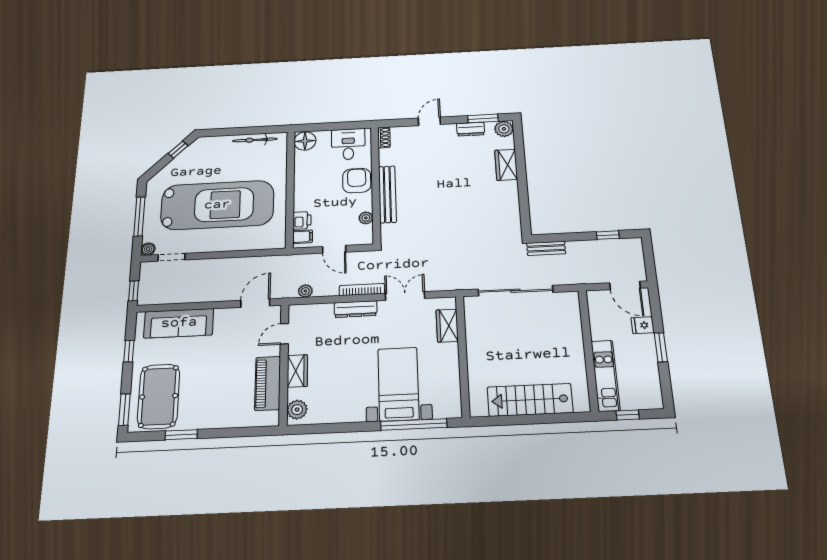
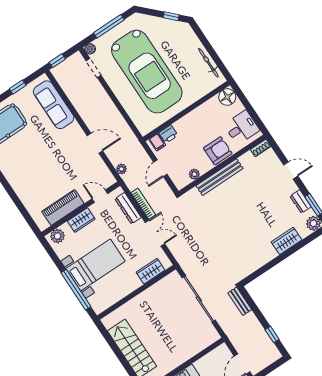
door: (284, 334) -> (100, 196), moved
wall: (284, 364) -> (81, 209), moved
wardrobe: (297, 371) -> (81, 220), moved
piano: (268, 383) -> (63, 207), moved
plant: (297, 410) -> (58, 236), moved

